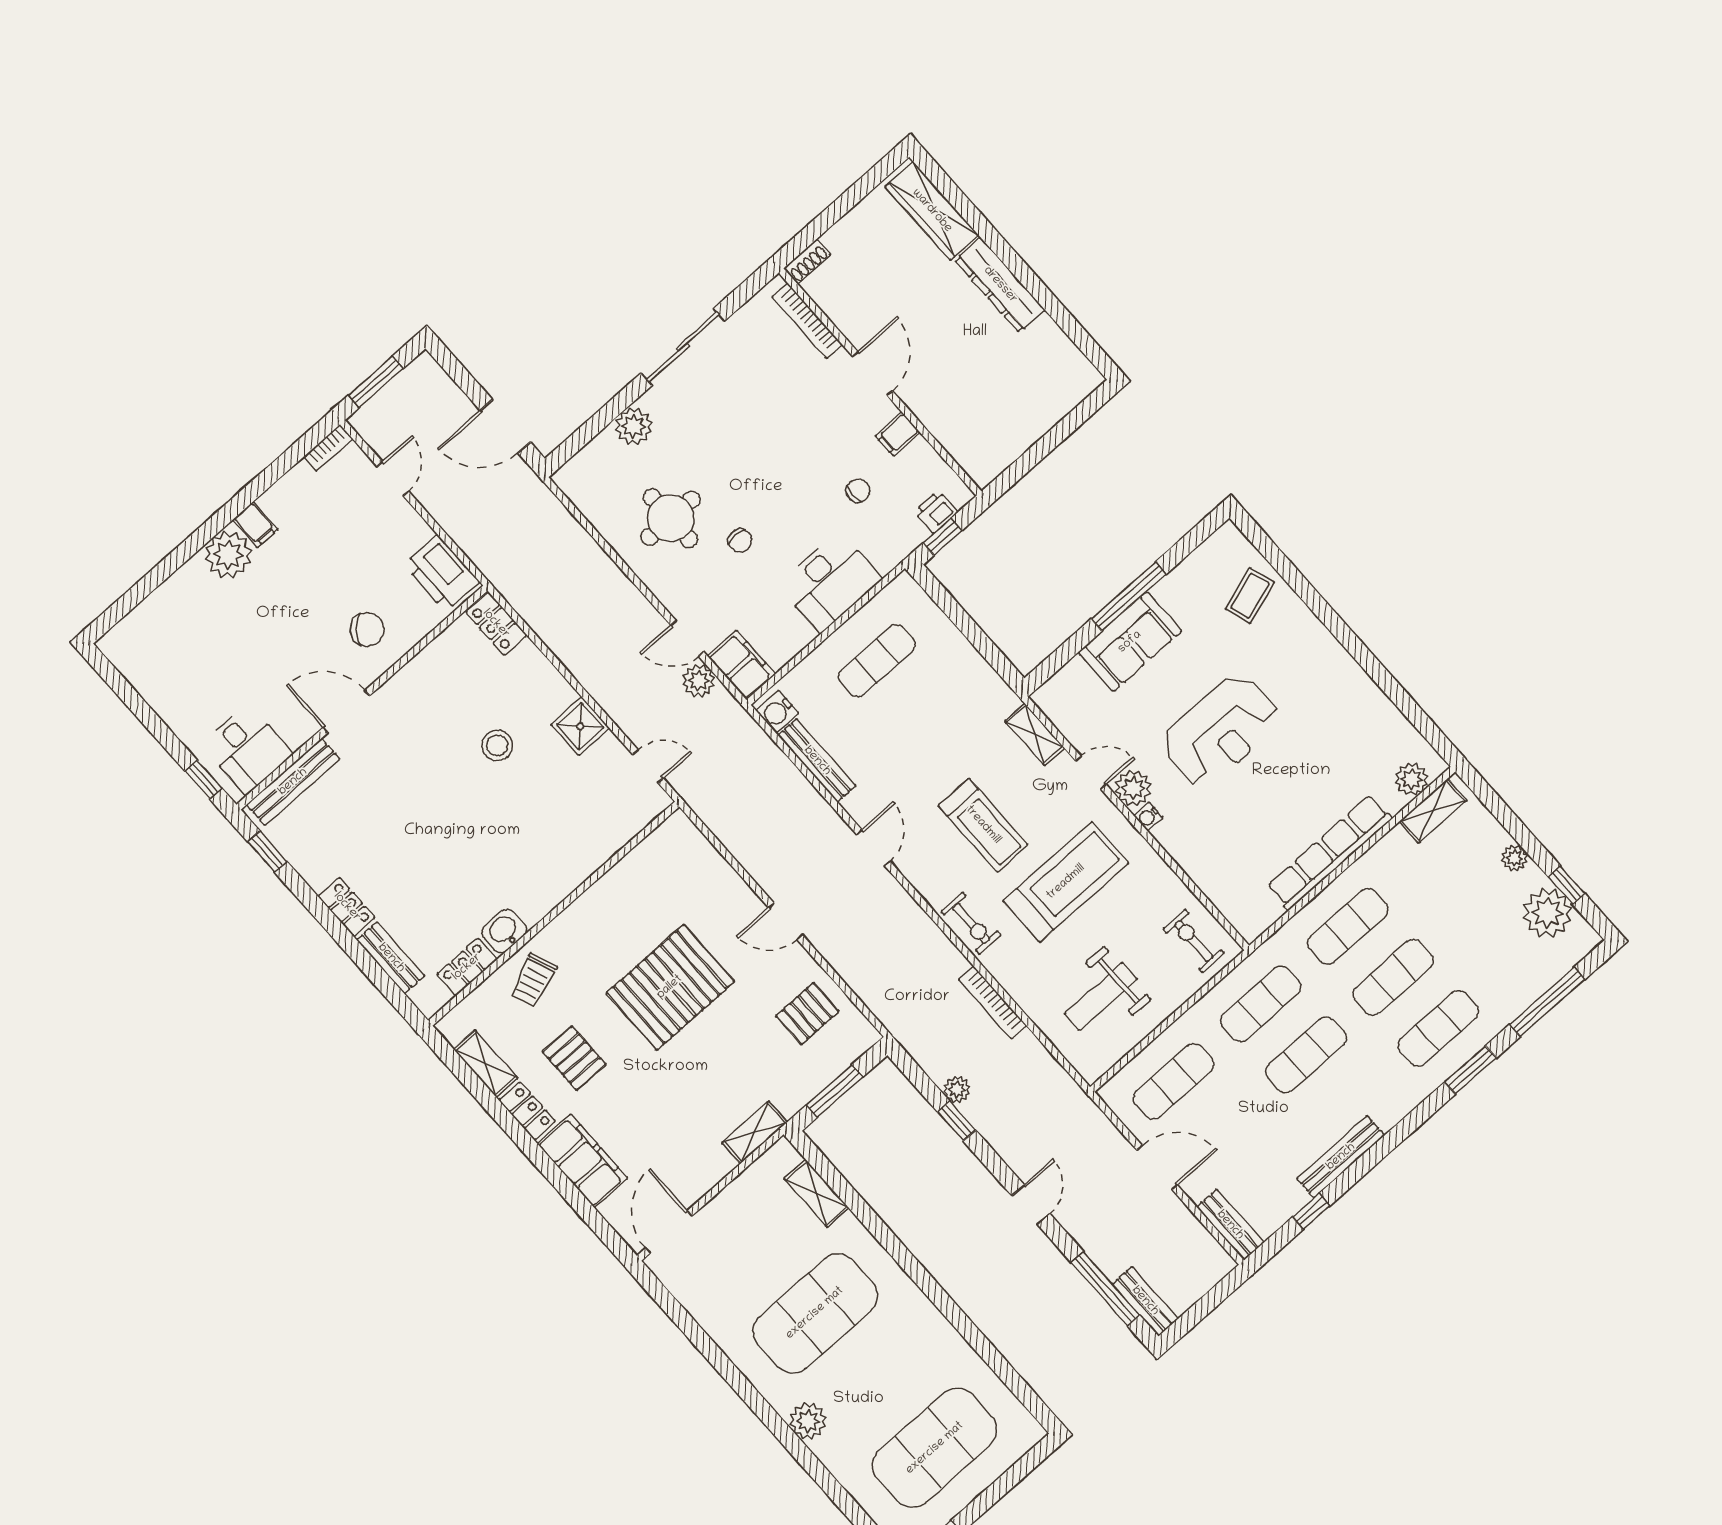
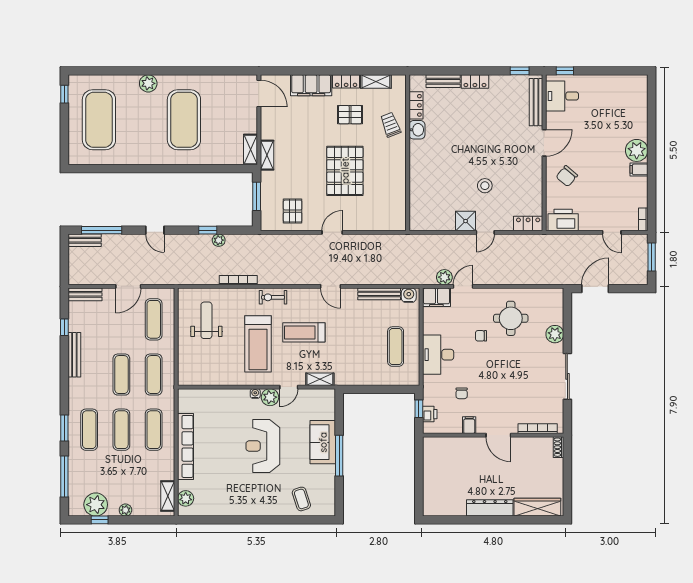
door: (648, 766) -> (485, 232), moved
exercise bike: (1194, 941) -> (197, 371), removed
shelving: (816, 1193) -> (250, 149), moved, turned 90

